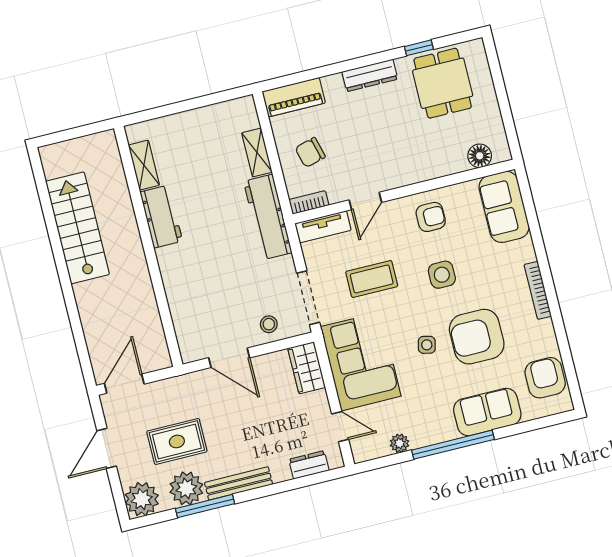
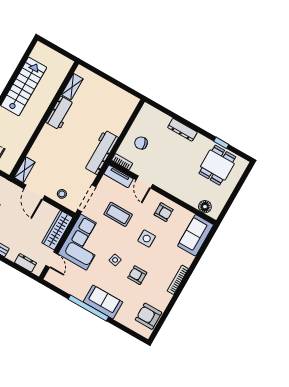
dresser: (370, 75) -> (182, 130), moved
piano: (294, 97) -> (155, 116), removed
shelving: (257, 153) -> (25, 170), moved
door: (365, 201) -> (144, 182), hinge flipped
armchair: (477, 337) -> (137, 275), width x0.53, depth x0.53
wardrobe: (307, 368) -> (57, 230), width x1.50
armchair: (545, 378) -> (148, 316), turned -90
sofa: (487, 412) -> (103, 302), moved
plant: (400, 443) -> (68, 288), removed

